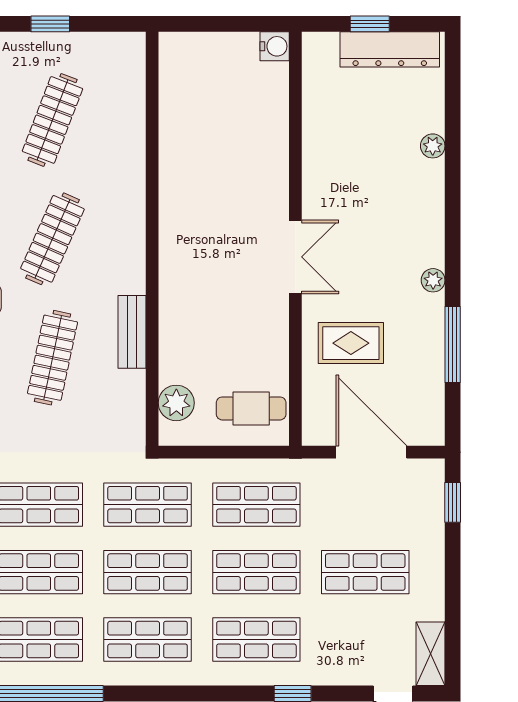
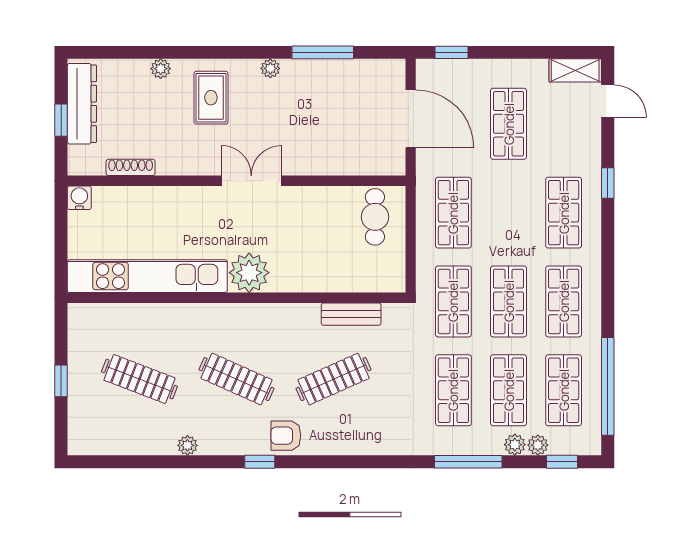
shoe rack: (312, 109) -> (131, 167), added
kitchen unit: (179, 130) -> (147, 276), added
bench: (132, 332) -> (351, 314), moved
rug: (351, 343) -> (211, 98), moved
clothes rail: (52, 358) -> (334, 379), turned -36
plant: (176, 403) -> (249, 273), moved, width x1.36, depth x1.36
door: (371, 452) -> (411, 119), swing flipped
shop shelf: (256, 572) -> (509, 213), removed

